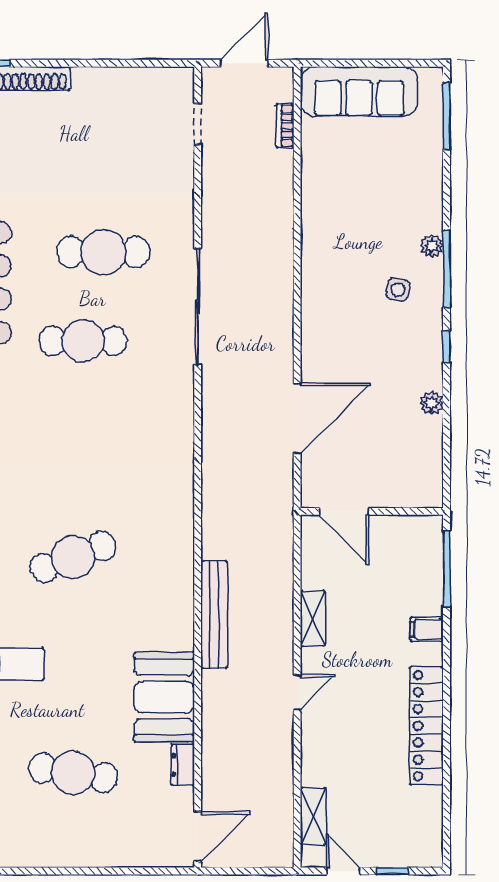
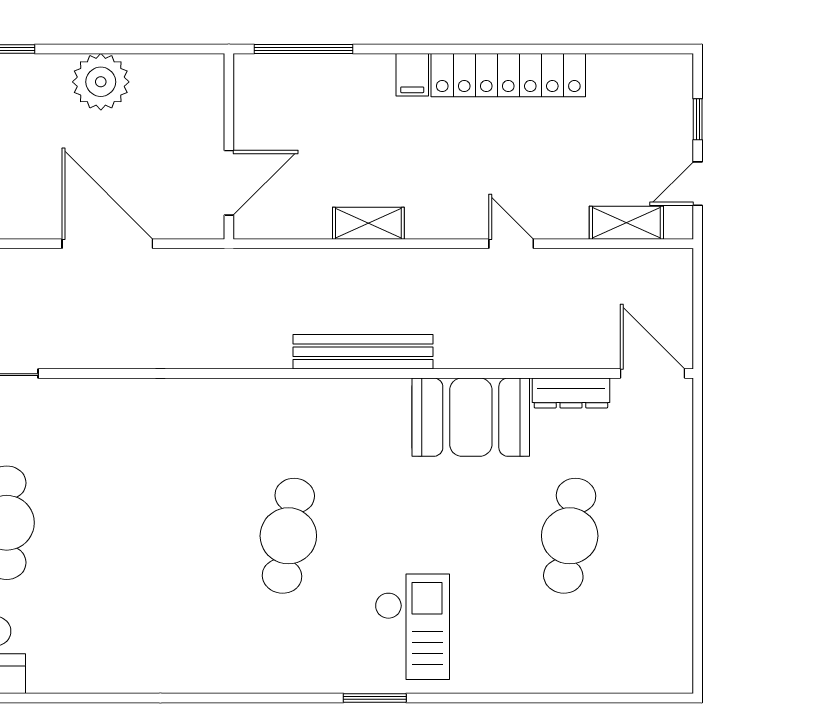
plant: (432, 403) -> (101, 82), width x1.88, depth x1.88
cafe table: (73, 557) -> (288, 536), turned 30
filing cabinet: (427, 629) -> (412, 75), moved
door: (297, 692) -> (511, 244), moved
dresser: (183, 765) -> (571, 393), width x1.44

